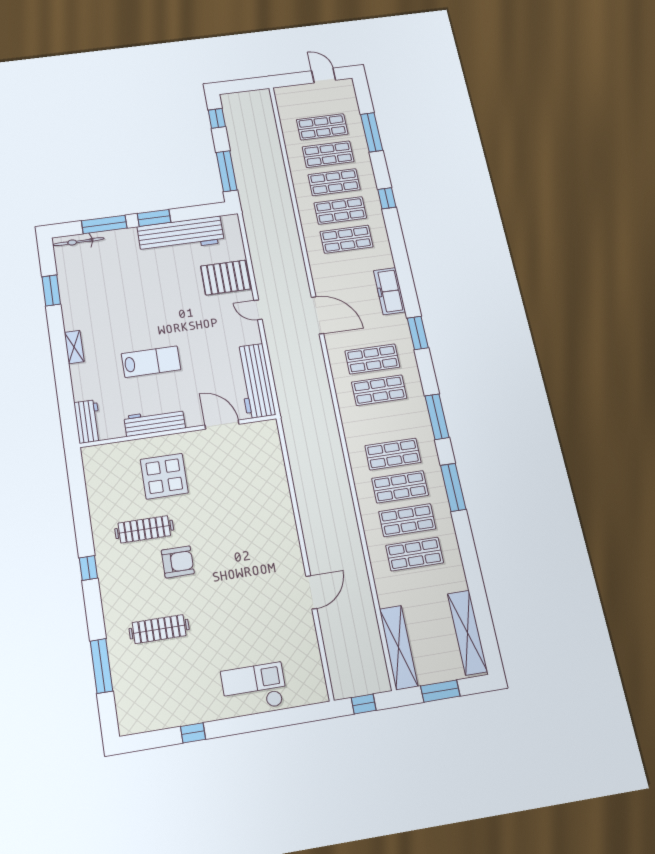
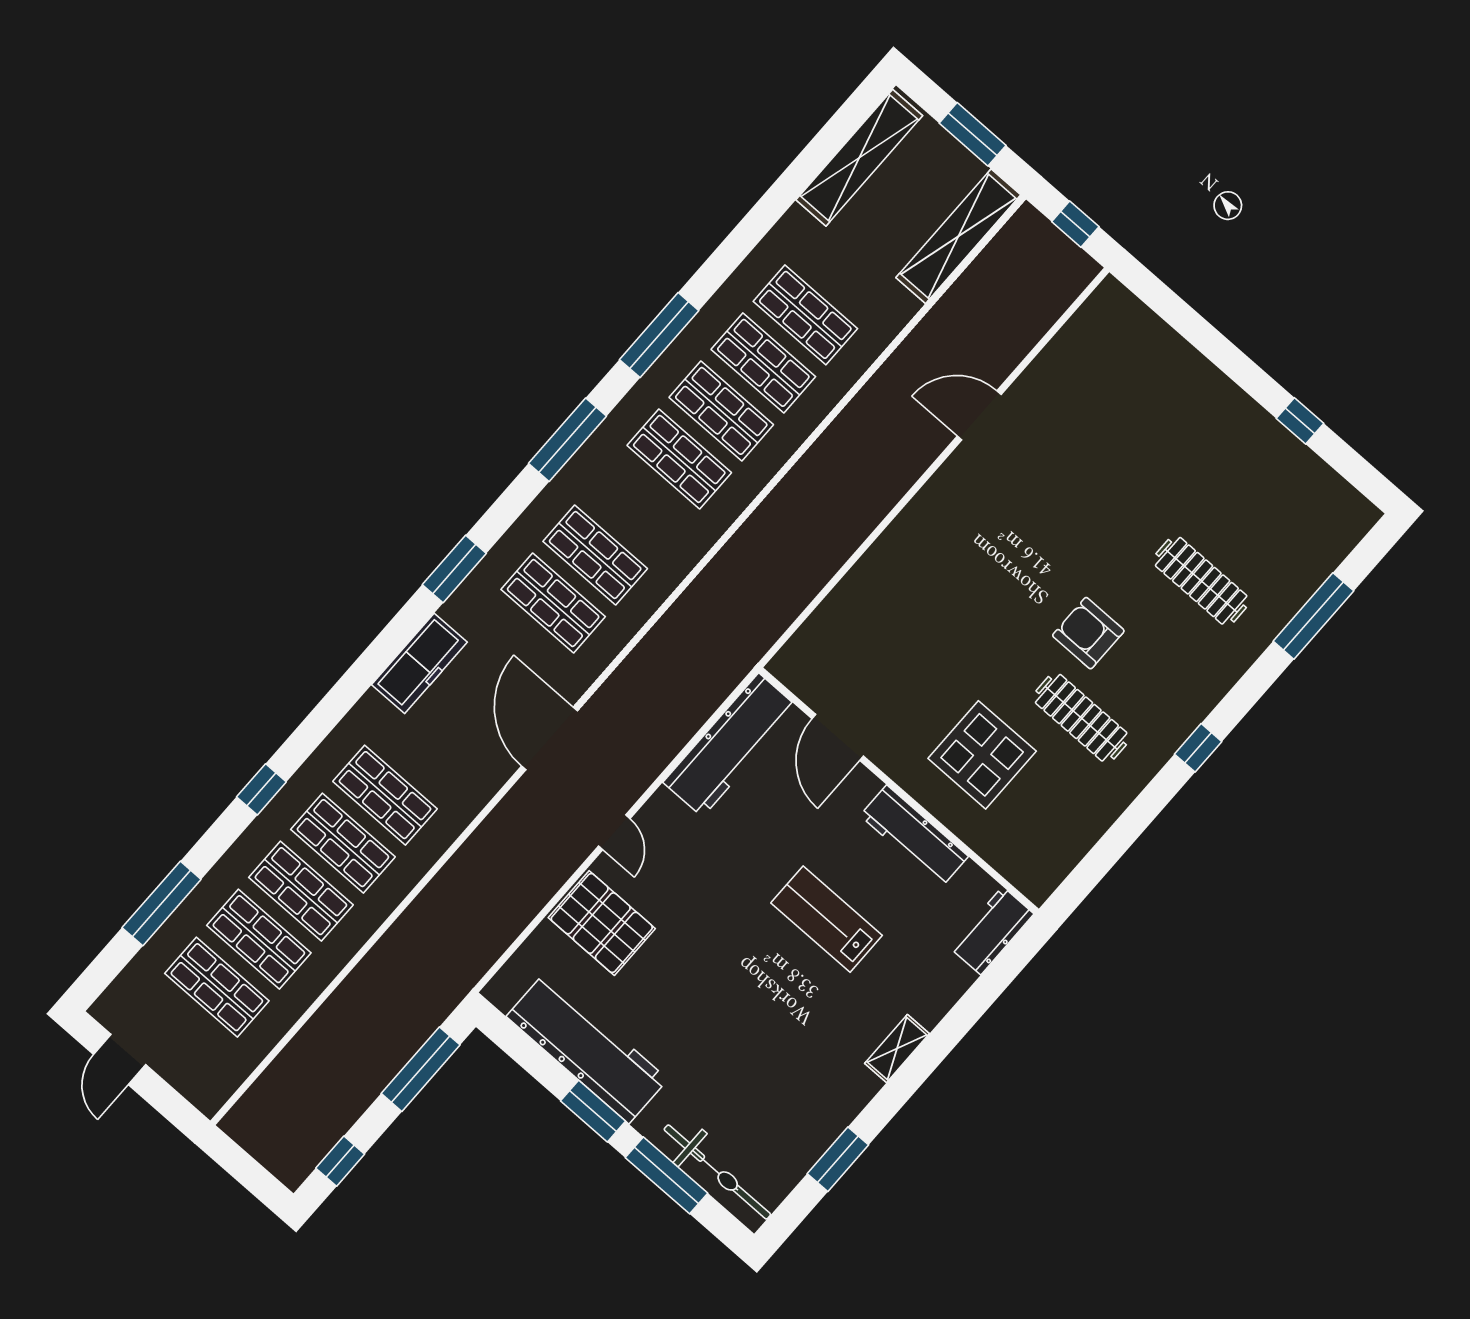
bicycle: (78, 242) -> (717, 1172), width x1.37, depth x1.40
checkout: (254, 688) -> (1174, 388), removed

